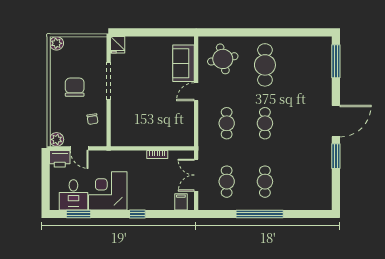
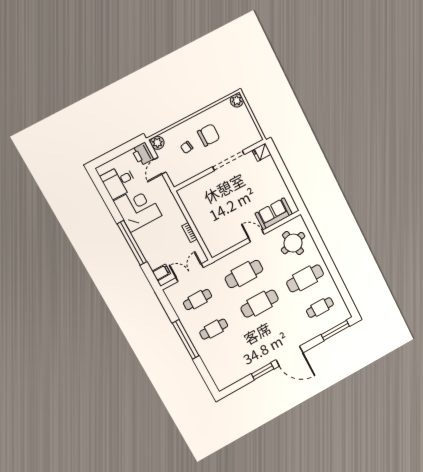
cafe table: (303, 65) -> (320, 308), added
chair: (92, 119) -> (187, 147), moved
cafe table: (227, 123) -> (244, 274), width x1.37, depth x1.35
cafe table: (265, 123) -> (260, 304), width x1.37, depth x1.35
window: (78, 214) -> (105, 194), removed
window: (137, 214) -> (132, 243), width x3.17

